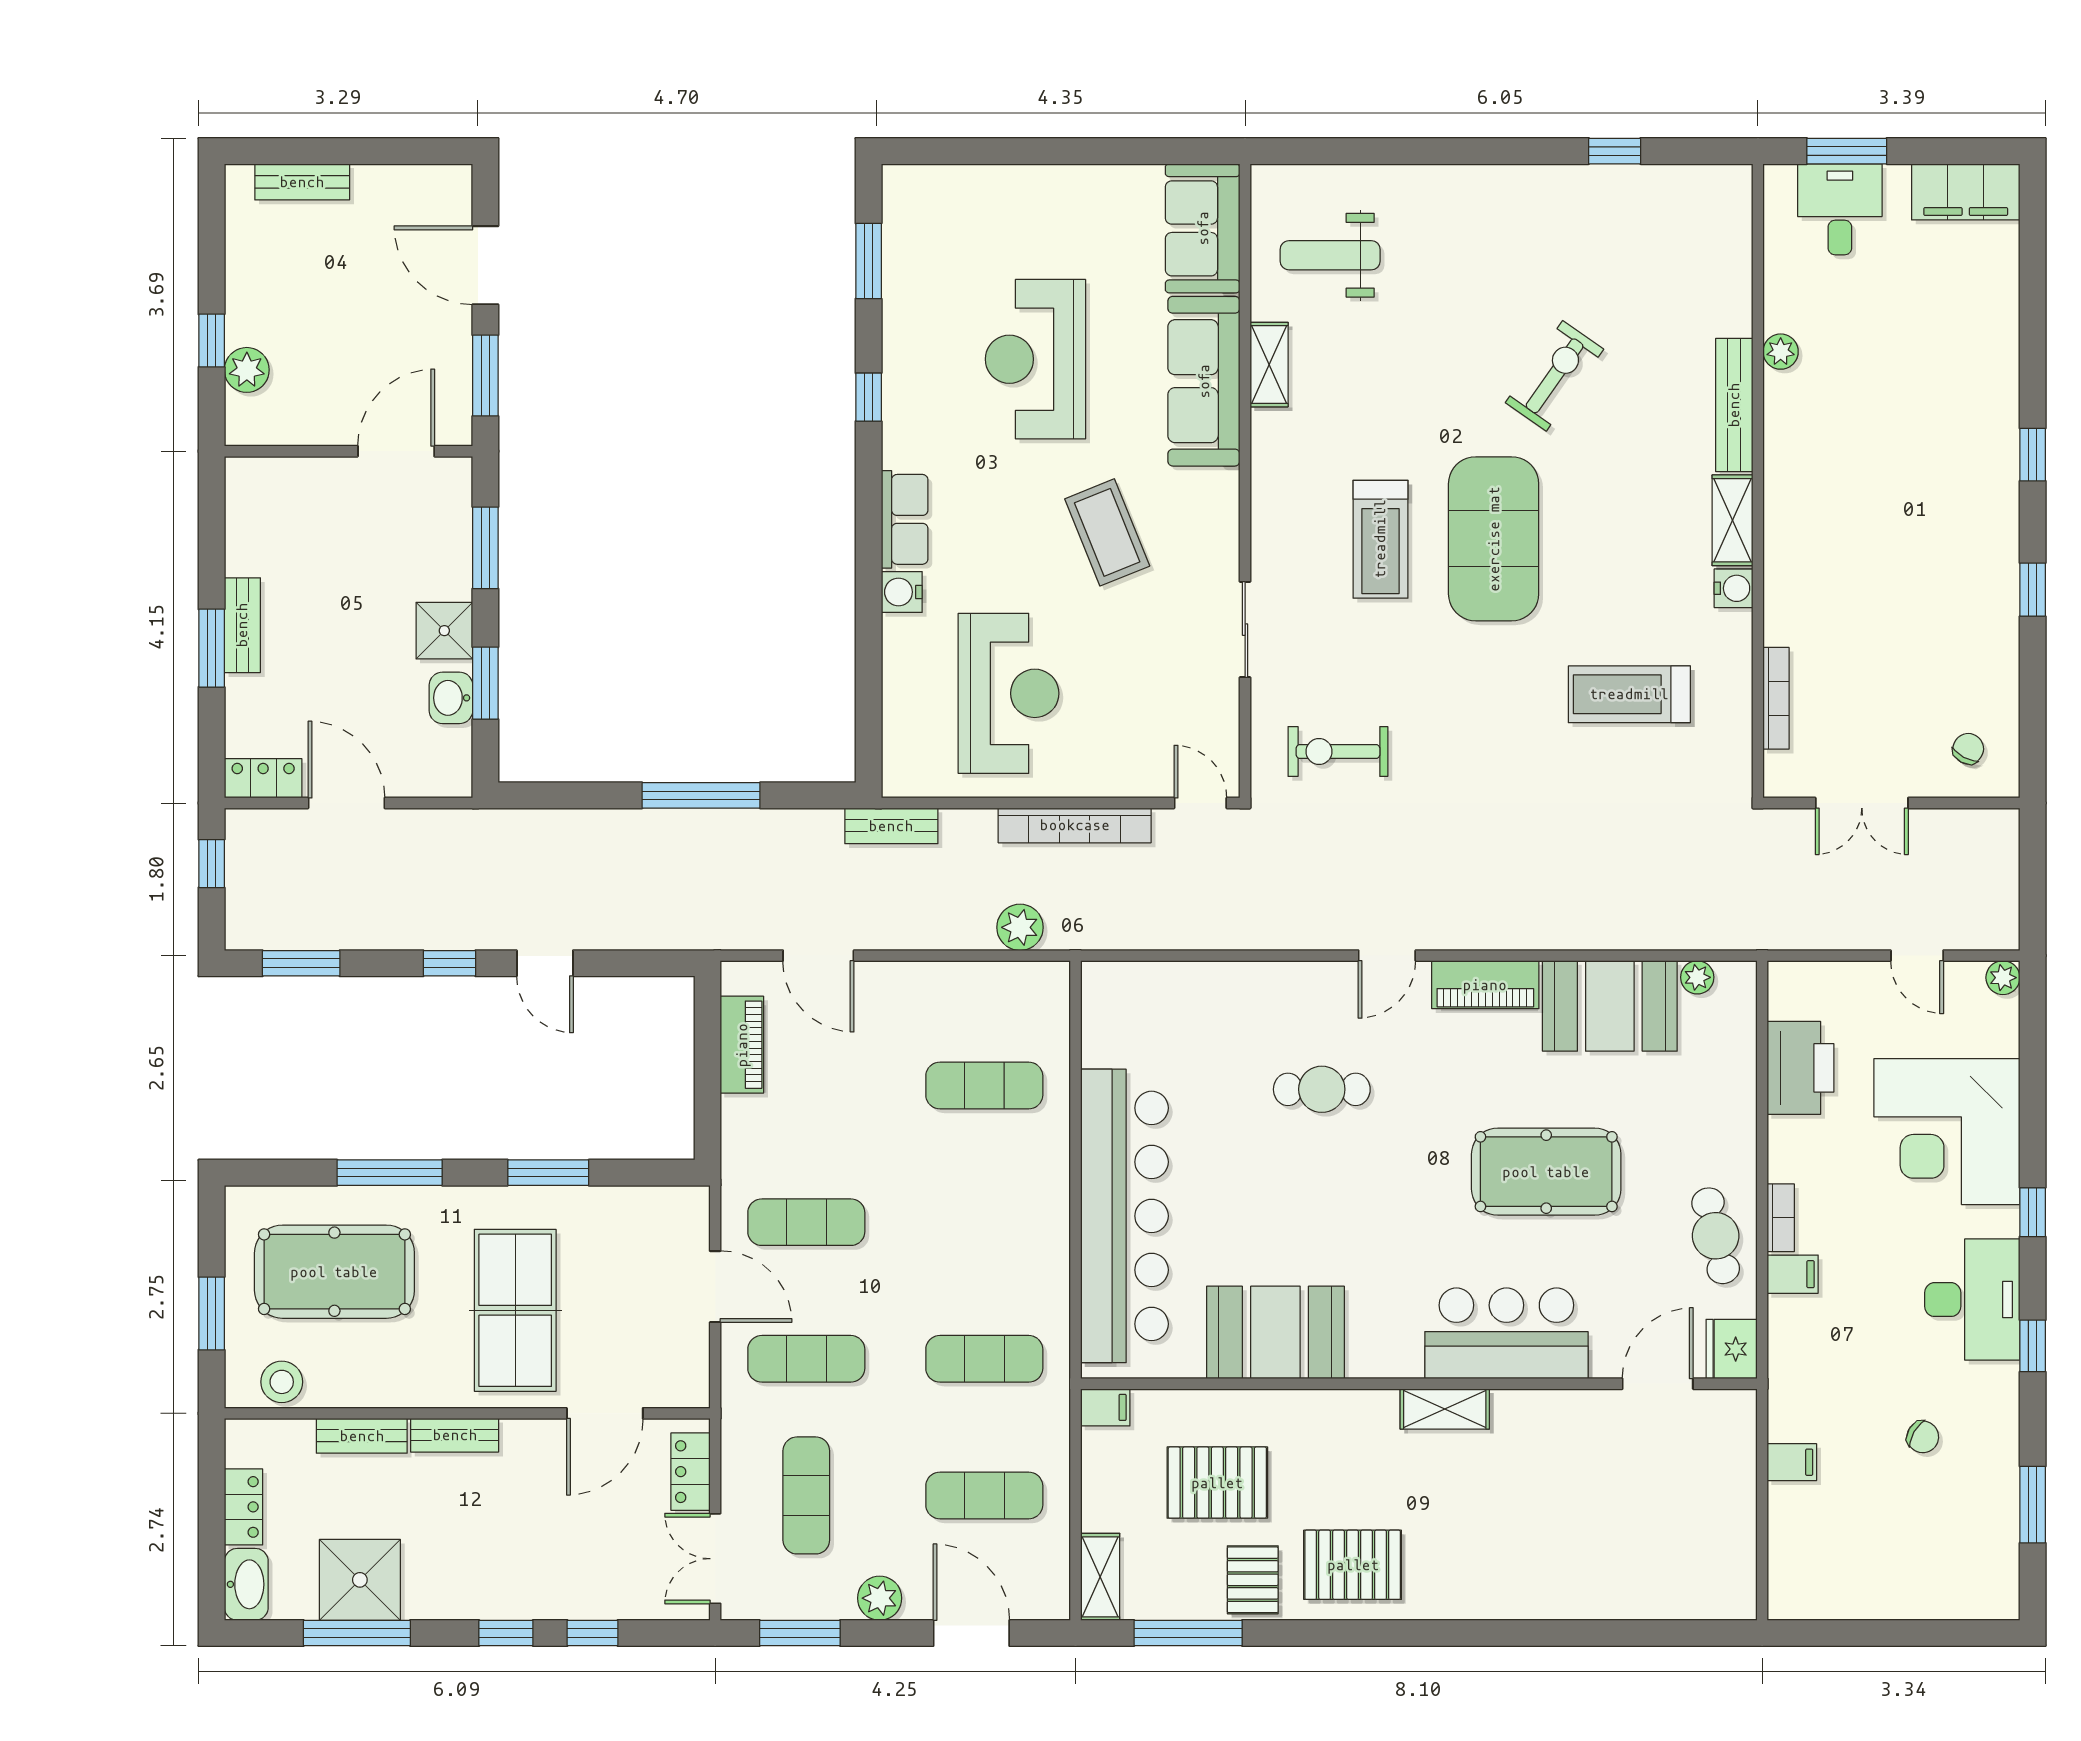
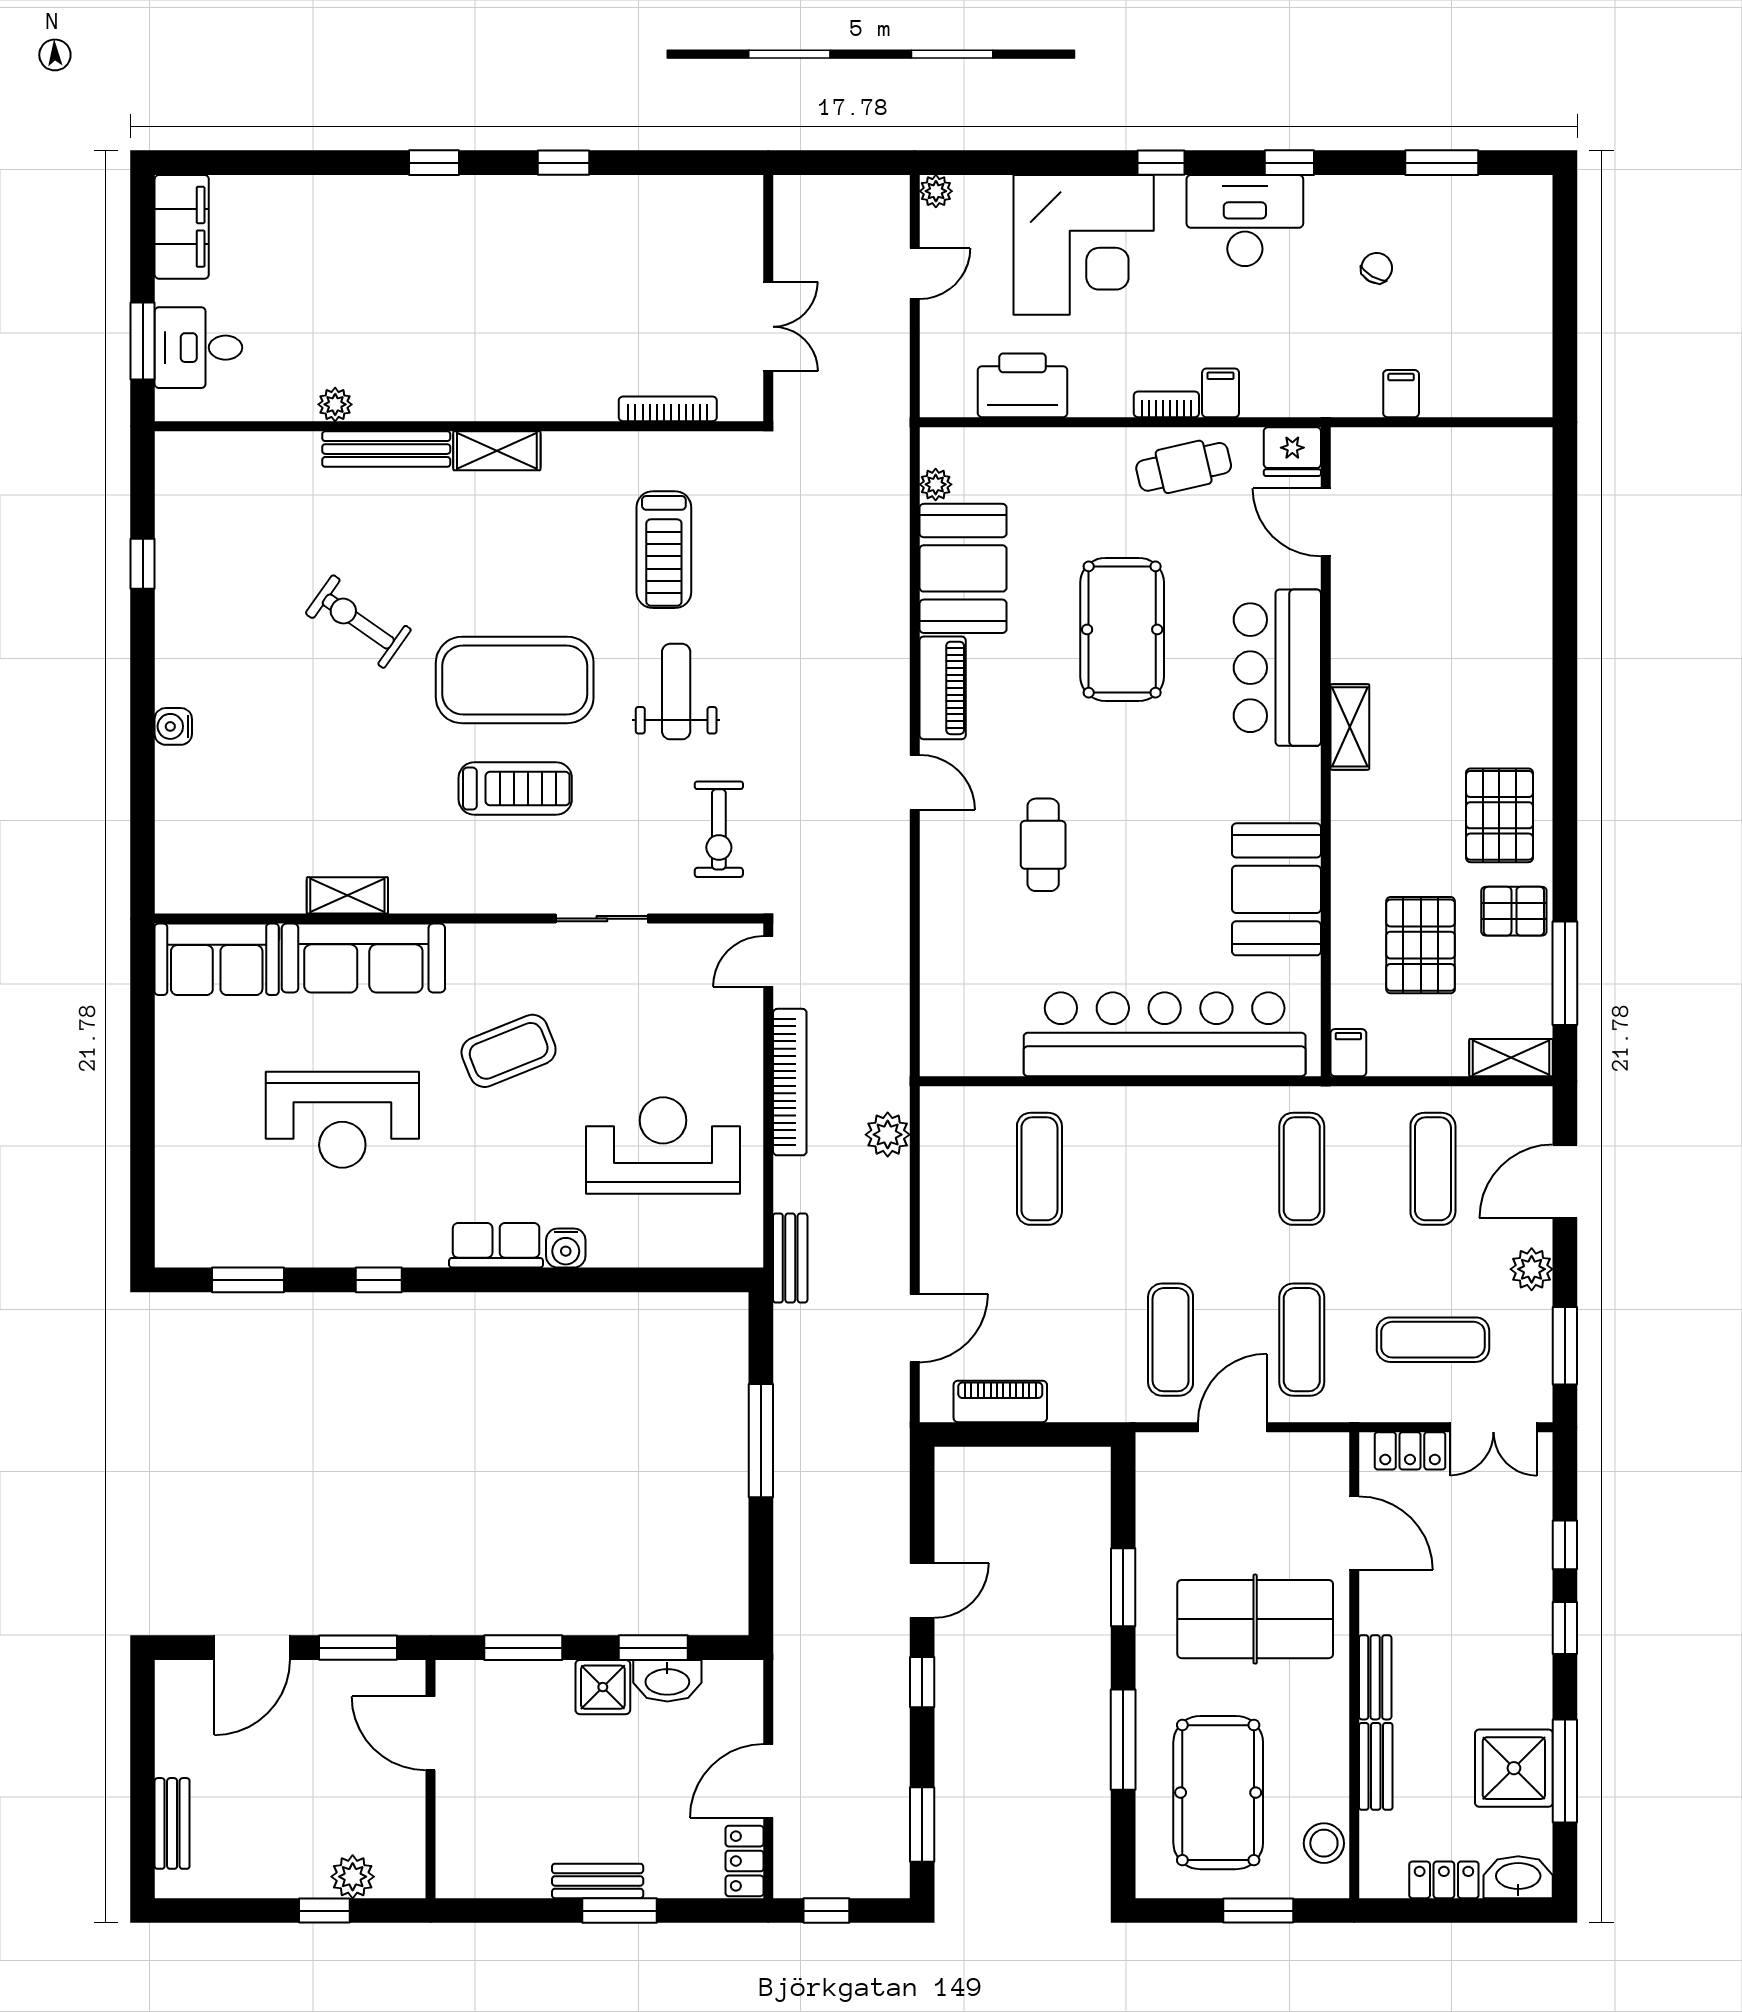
weight bench: (1330, 255) -> (676, 692), moved, turned 180
water cooler: (1734, 588) -> (173, 726), moved, turned -90
washbasin: (451, 698) -> (667, 1681), width x1.38
chair: (1968, 749) -> (716, 224), removed

